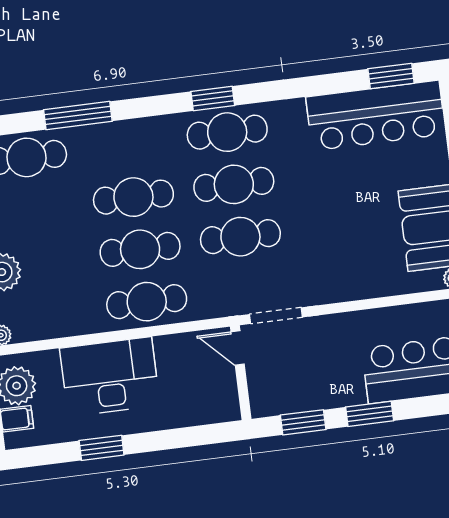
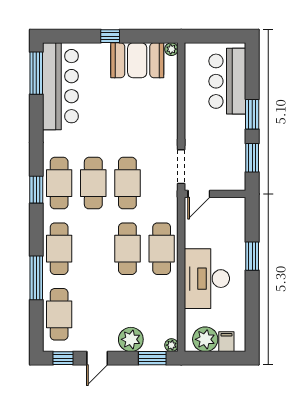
window: (391, 76) -> (36, 73), width x1.44
cafe table: (133, 197) -> (59, 249), moved
window: (102, 448) -> (252, 256), moved

